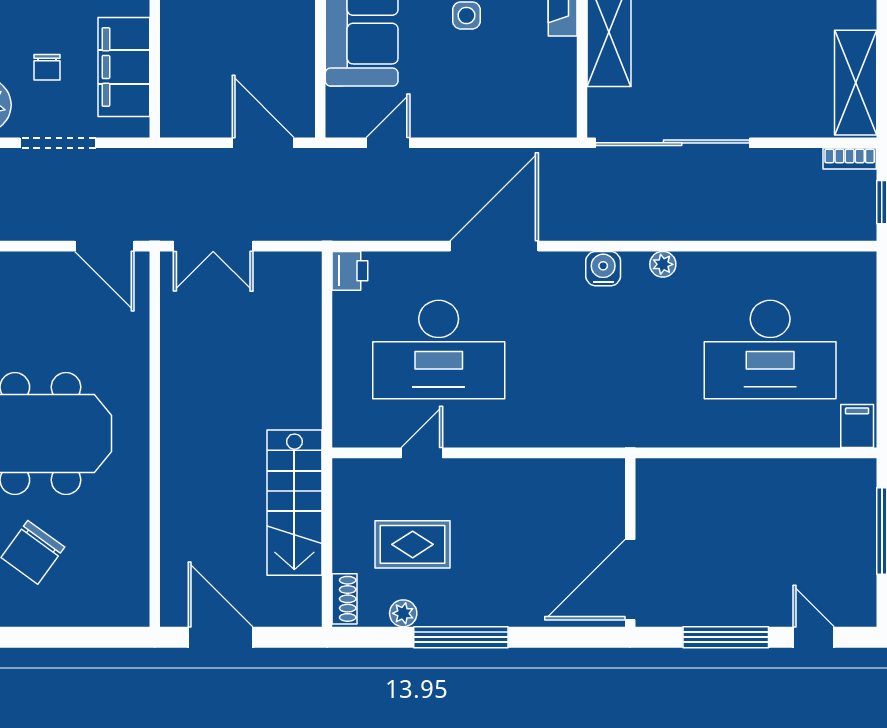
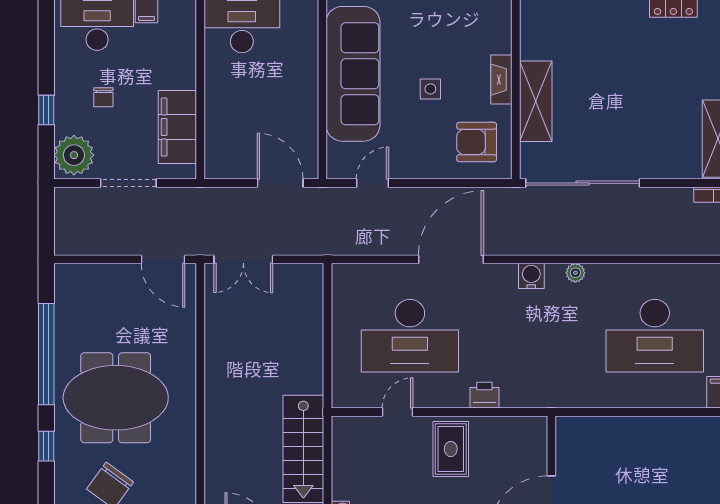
chair: (47, 67) -> (103, 97), moved
armchair: (529, 87) -> (477, 142), added
printer: (350, 271) -> (484, 395), moved, turned -90
rug: (413, 544) -> (451, 449), moved, turned 90

